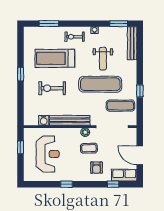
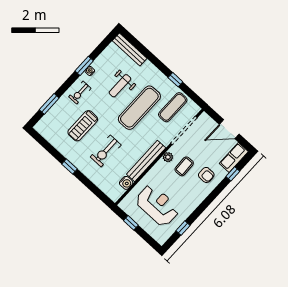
window: (119, 24) -> (84, 66), moved
treadmill: (55, 58) -> (83, 126), width x0.73, depth x0.73
weight bench: (103, 59) -> (120, 86), turned 90
window: (67, 184) -> (183, 228), moved

